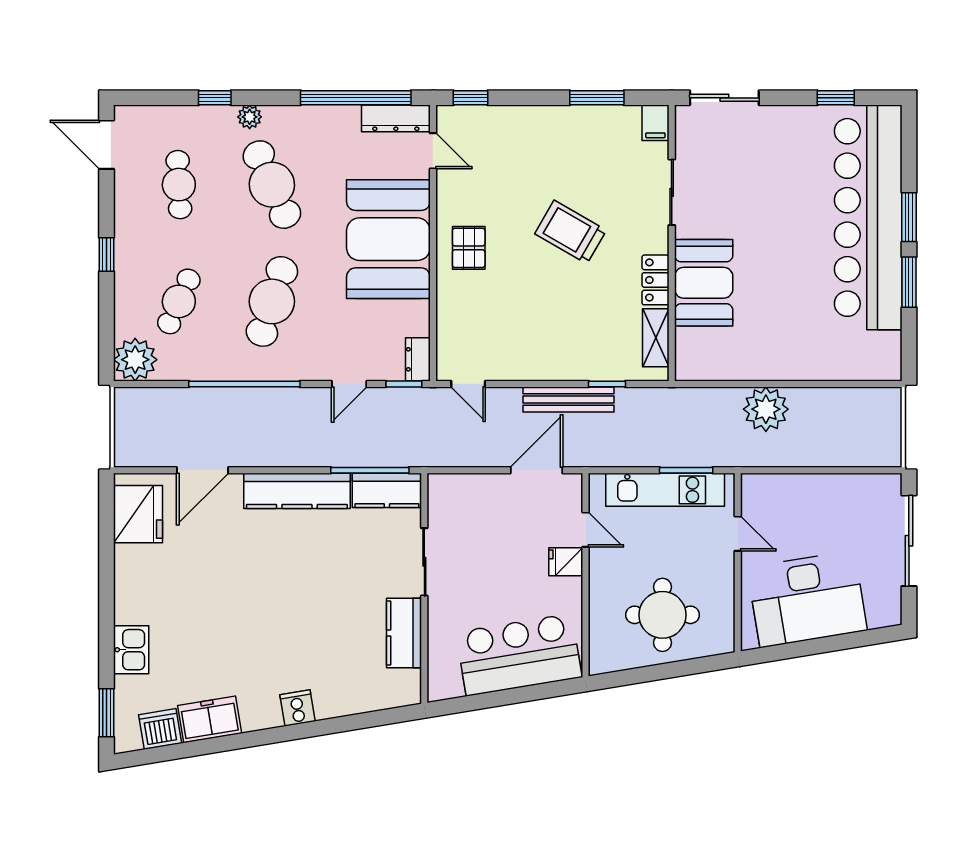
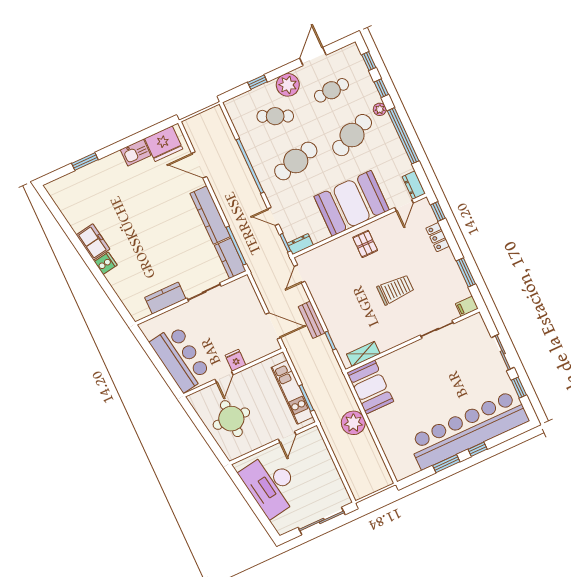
window: (158, 98) -> (369, 61), added
window: (356, 98) -> (403, 136), moved
sliding door: (724, 98) -> (503, 352), moved
dresser: (396, 118) -> (414, 185), width x0.70
door: (107, 145) -> (313, 57), moved
window: (909, 217) -> (478, 449), width x0.67
trolley: (571, 232) -> (395, 289), turned 60
pallet: (469, 248) -> (365, 244), turned 90
window: (107, 254) -> (257, 82), moved
locker: (655, 280) -> (438, 237), moved, turned -90
booth: (704, 283) -> (370, 387), moved, turned 90
cafe table: (272, 301) -> (296, 161), turned -33
plant: (135, 360) -> (288, 85), moved
bench: (569, 400) -> (312, 320), width x0.73
door: (585, 530) -> (224, 377), moved
kitchen sink: (131, 650) -> (136, 153), moved
window: (107, 713) -> (85, 161), moved
freezer: (210, 719) -> (93, 242), moved
dishwasher: (160, 729) -> (65, 202), removed

